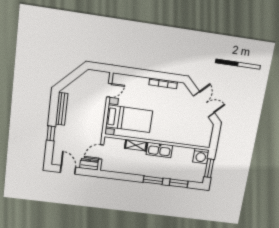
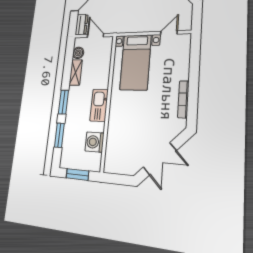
door: (109, 90) -> (169, 33), swing flipped
shelving: (136, 145) -> (76, 72), moved
washing machine: (201, 156) -> (94, 142), moved
boiler: (114, 167) -> (78, 53), added

